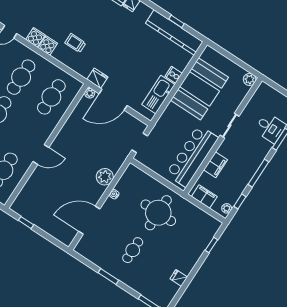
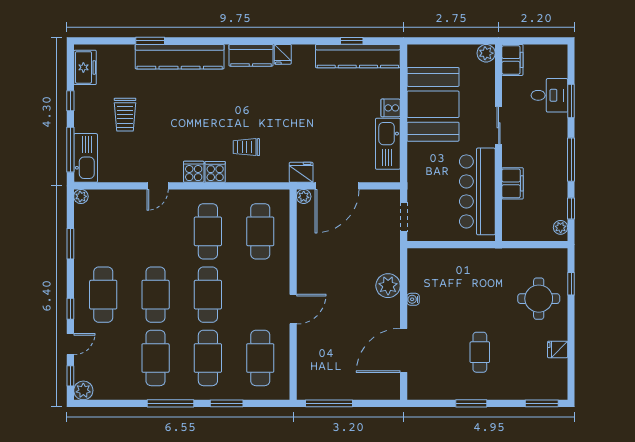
filing cabinet: (204, 196) -> (512, 60), moved, turned 90
round table: (158, 213) -> (539, 299), moved, width x0.73, depth x0.73
window: (26, 223) -> (329, 403), width x2.17

